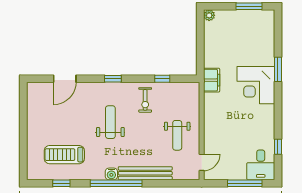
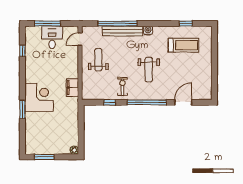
window: (113, 79) -> (147, 102), width x3.17
filing cabinet: (212, 80) -> (72, 88), moved
desk: (261, 165) -> (52, 37), moved
window: (116, 183) -> (117, 24), moved

